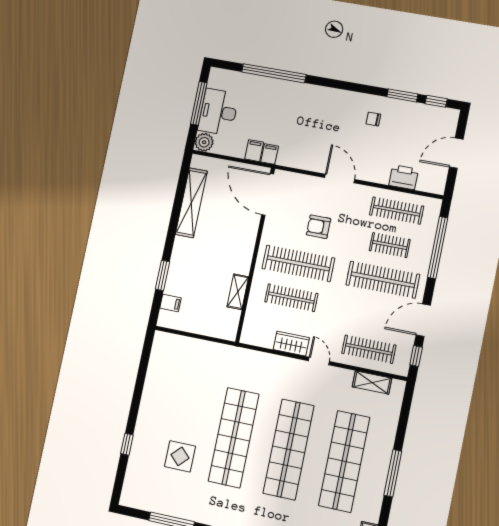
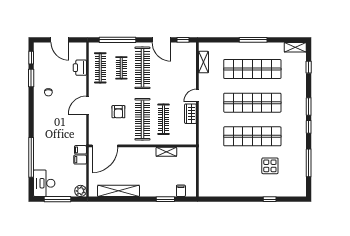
desk: (218, 112) -> (44, 183), moved, turned 90
clothes rail: (369, 349) -> (185, 68), removed

